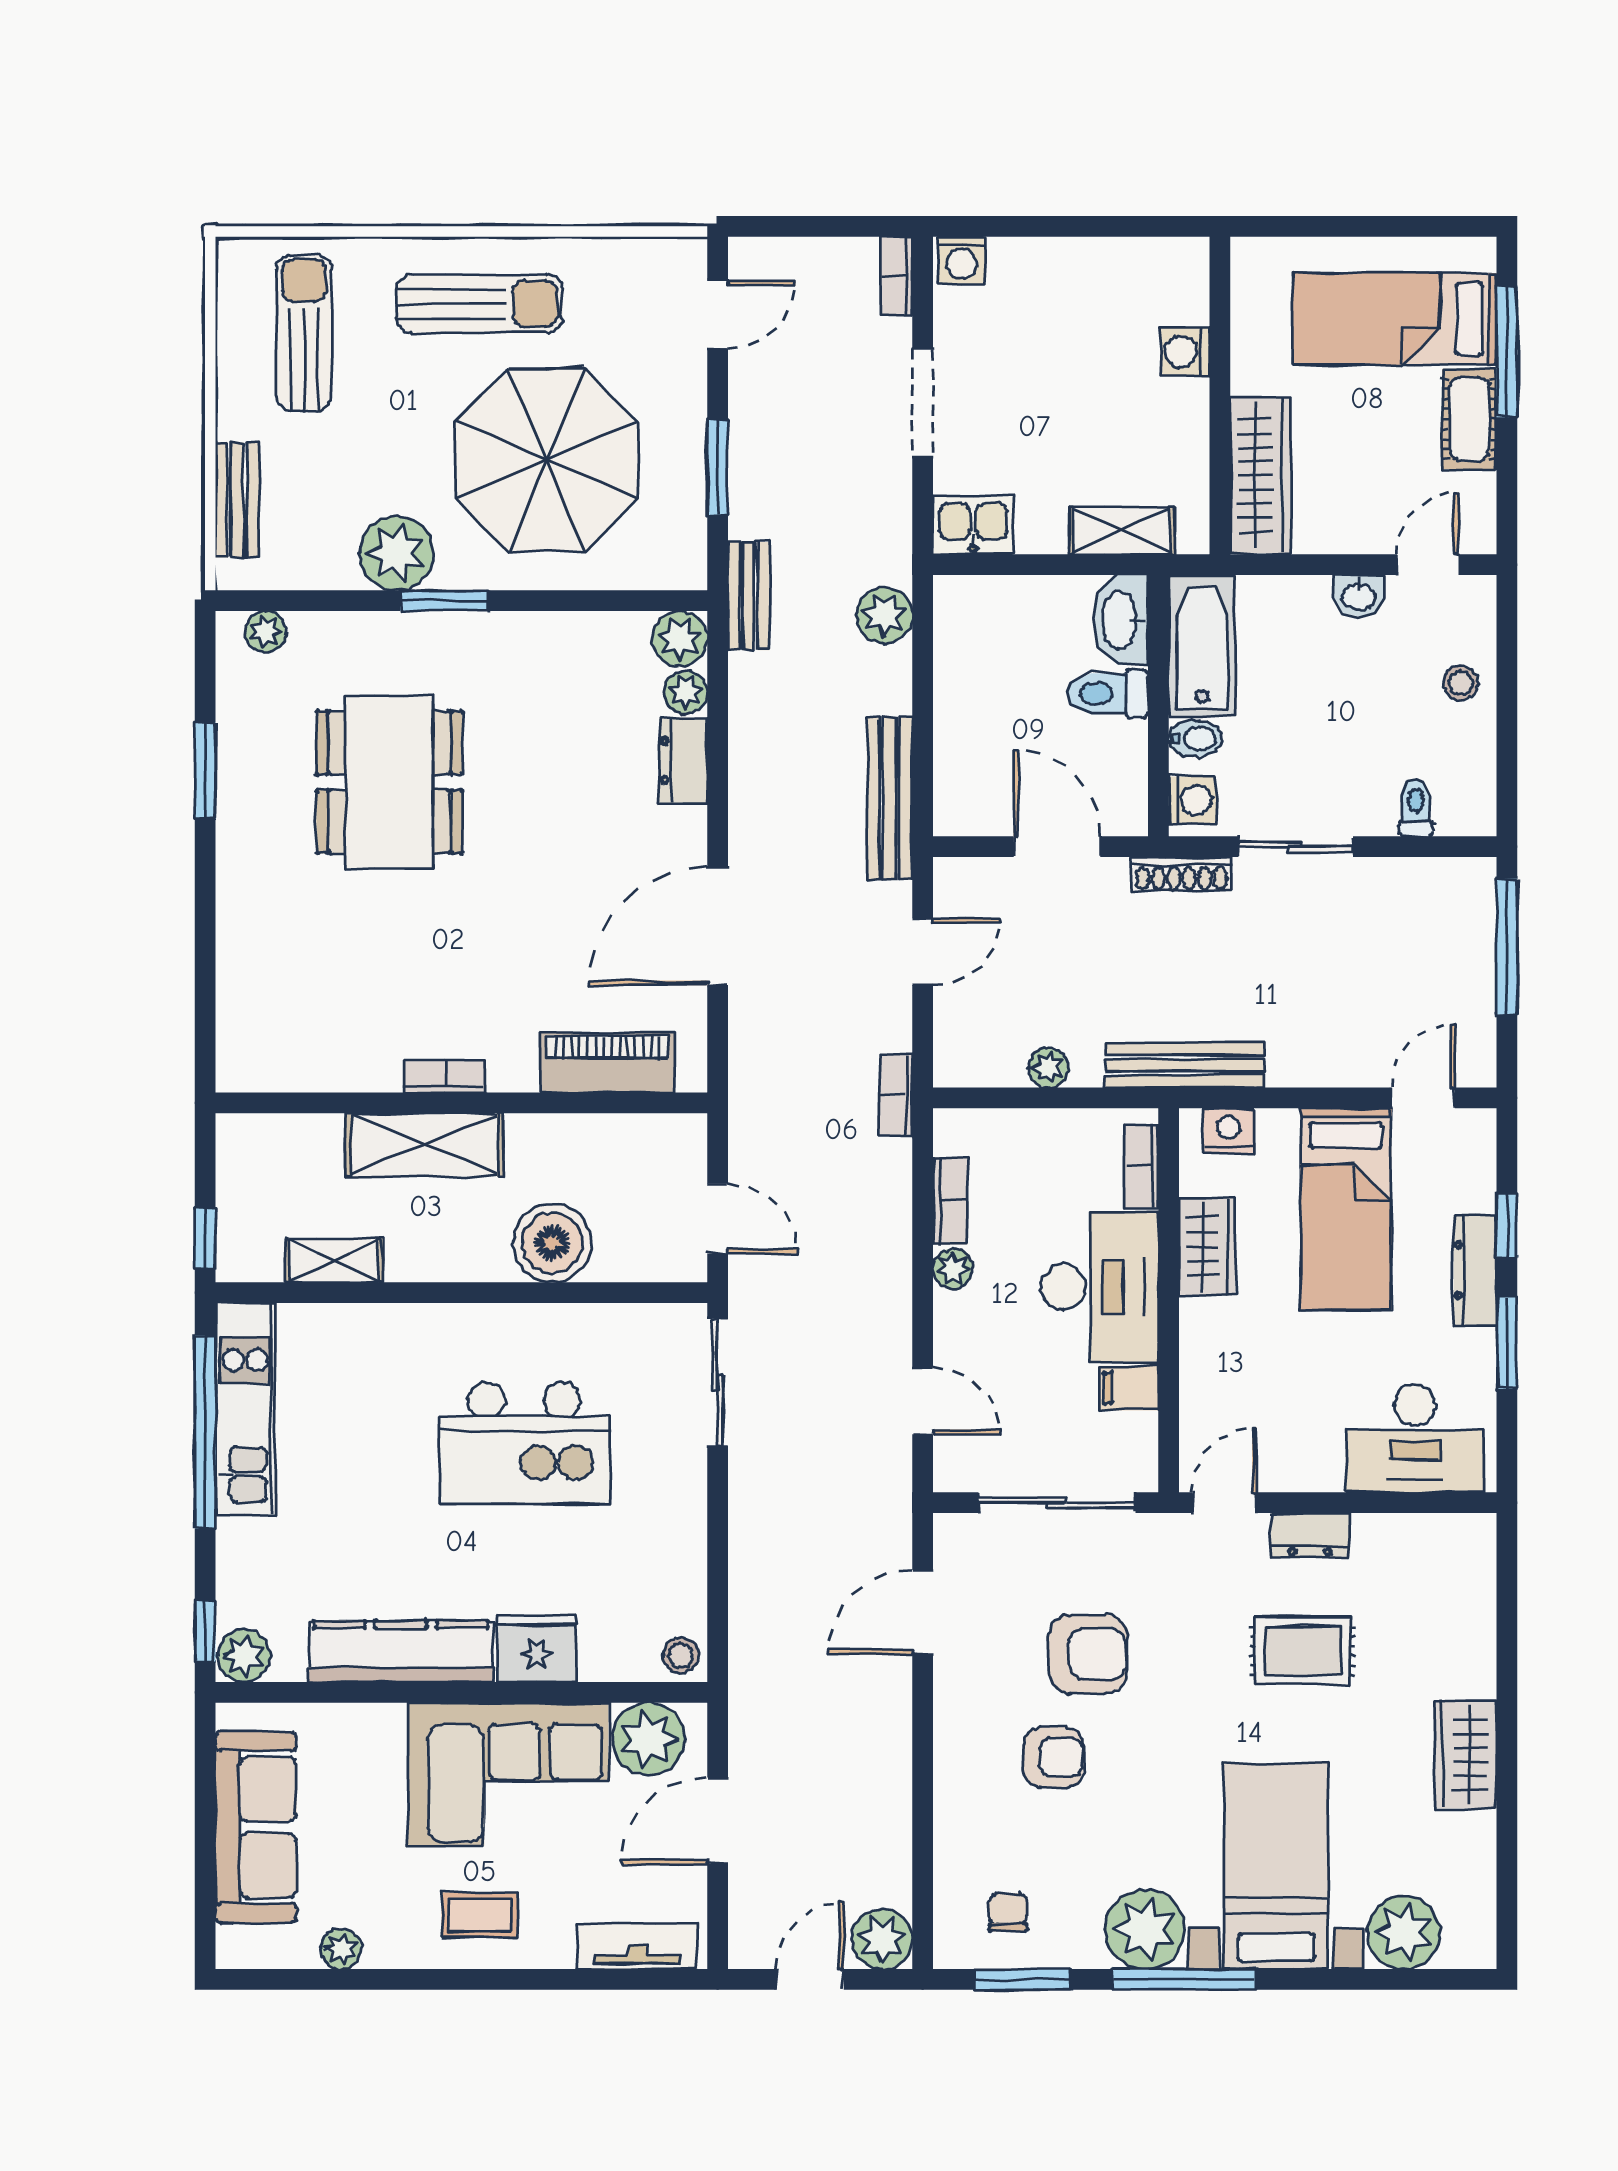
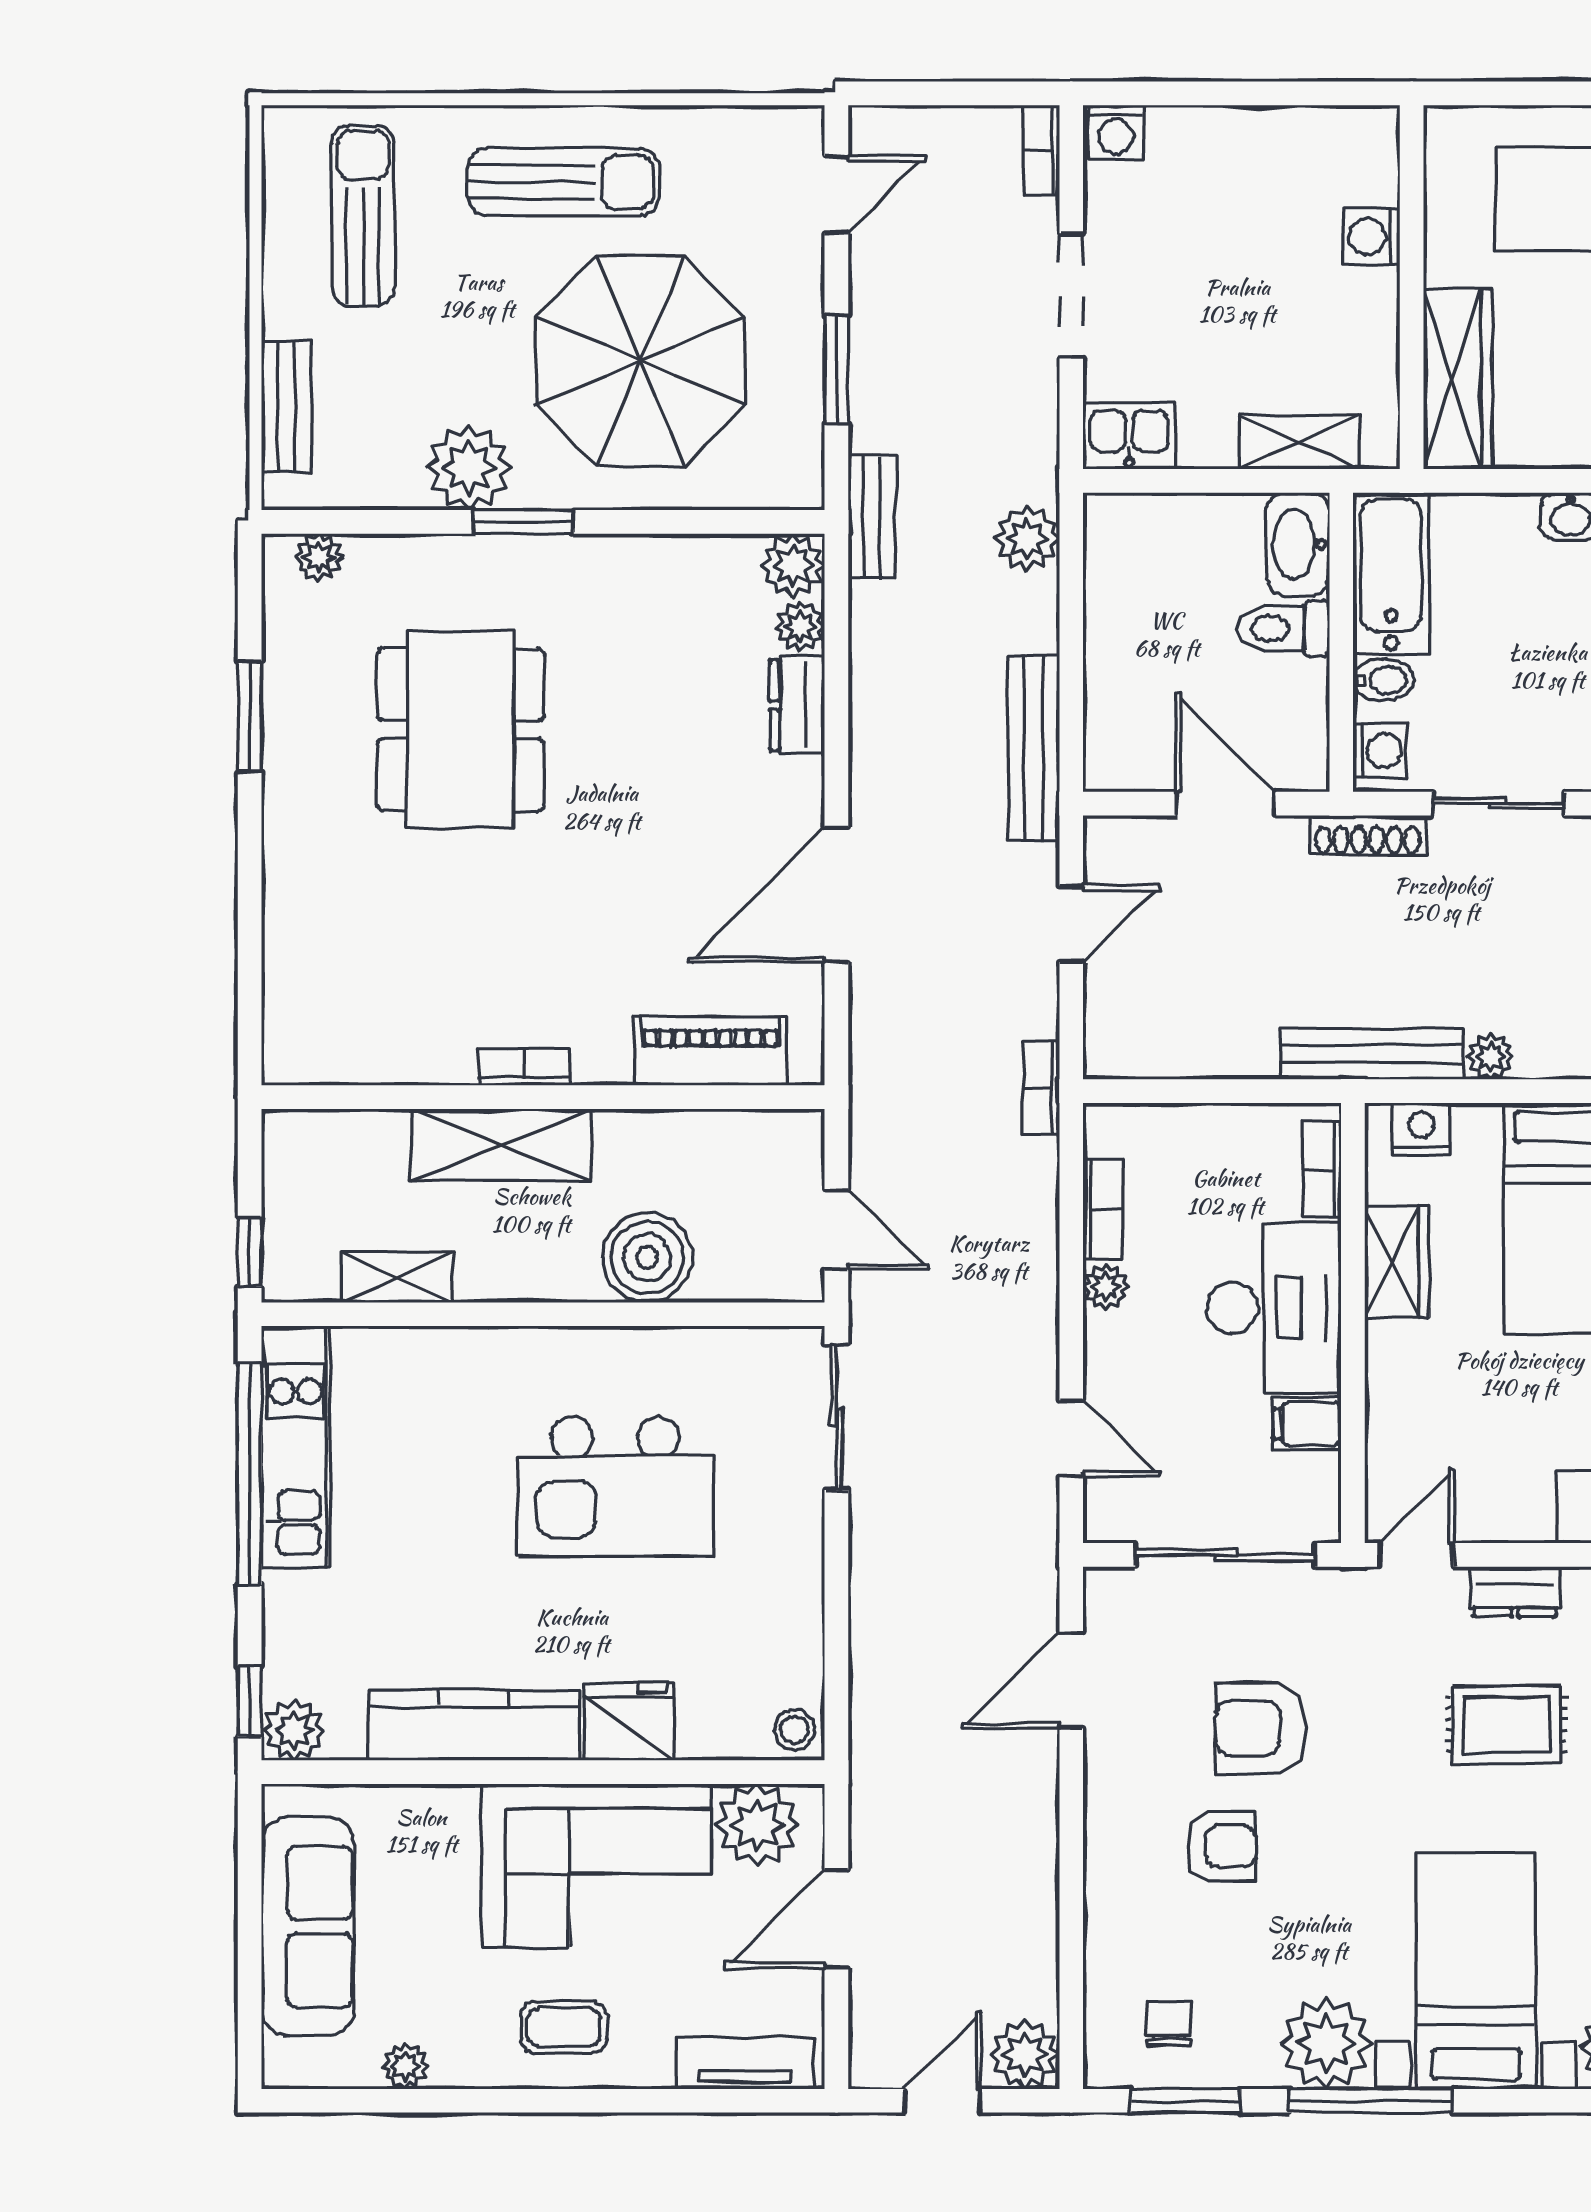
plant: (1049, 1068) -> (1491, 1057), moved
armchair: (1088, 1654) -> (1260, 1728), turned 180

